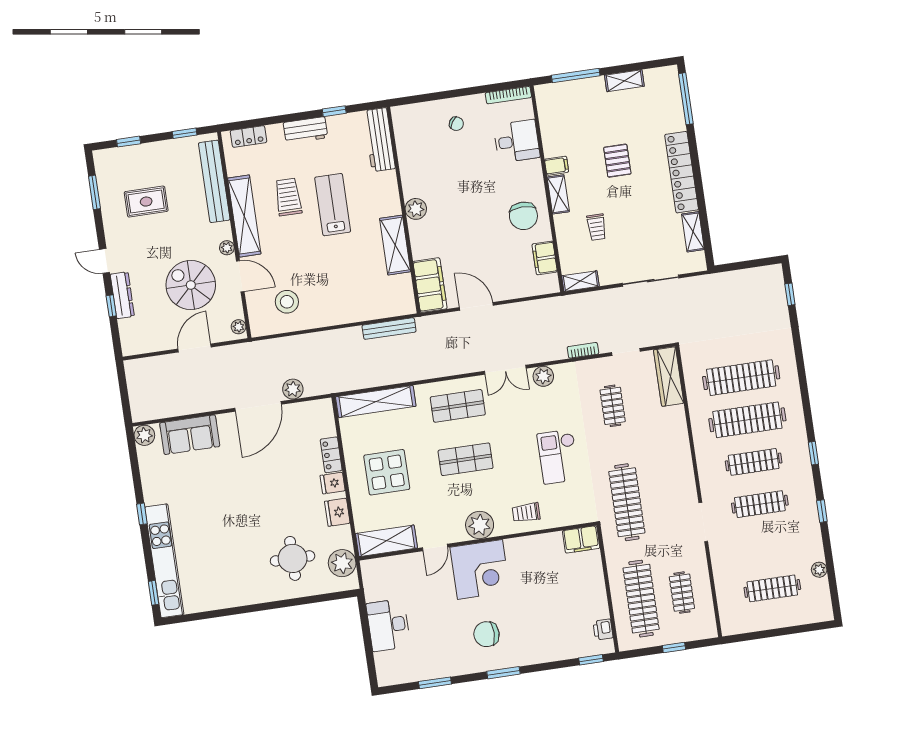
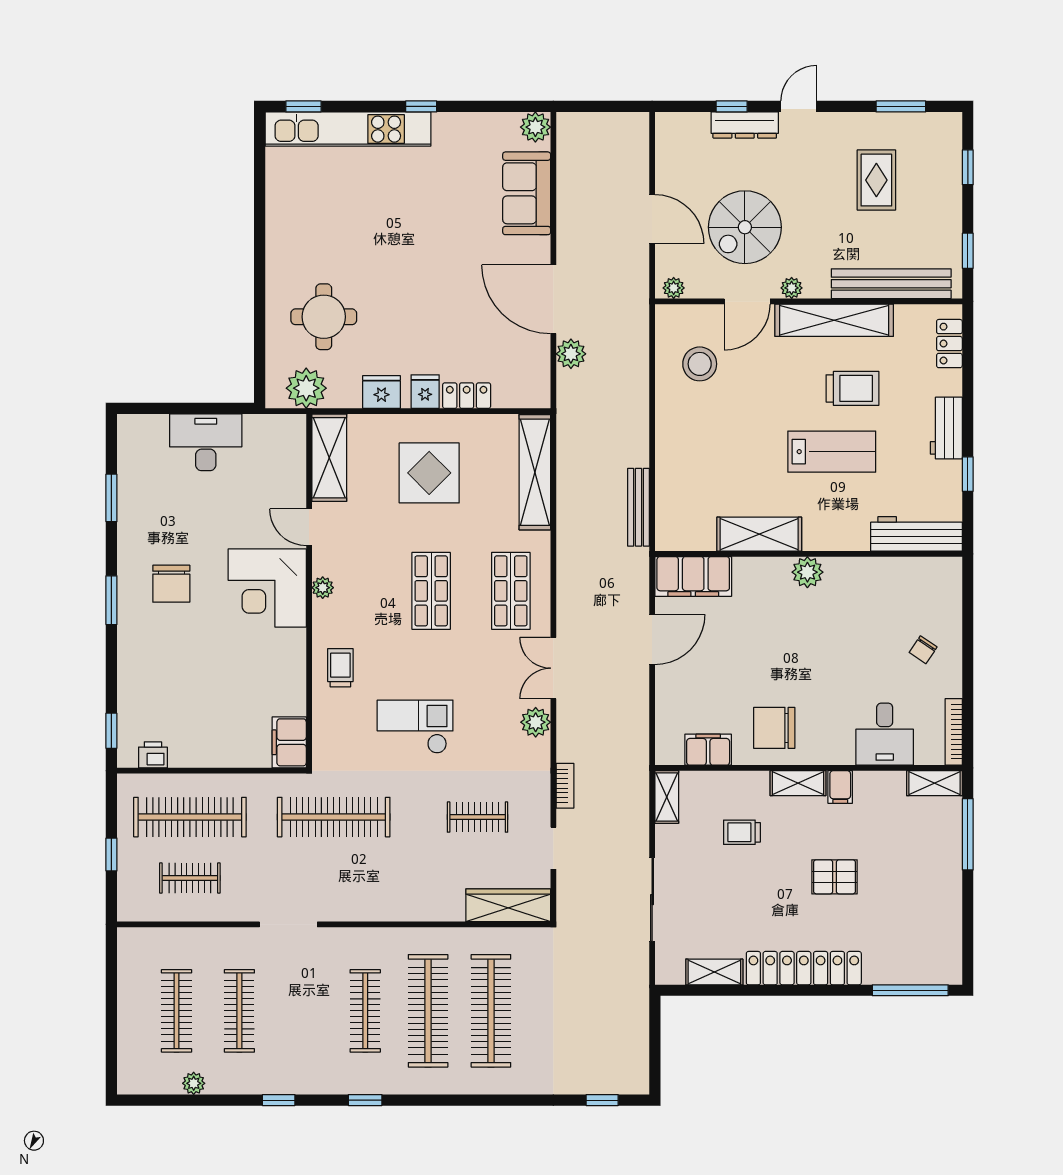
shelving: (624, 81) -> (934, 783), moved, turned 90
spiral stairs: (191, 285) -> (745, 227), turned 180
clothes rail: (760, 504) -> (239, 1011), moved
plant: (480, 525) -> (323, 588), width x0.53, depth x0.53
chair: (487, 634) -> (171, 584), turned 180

